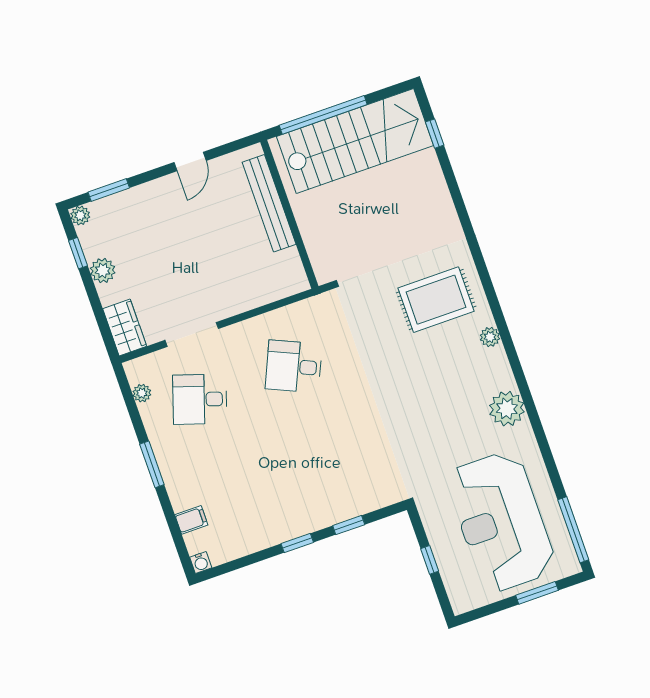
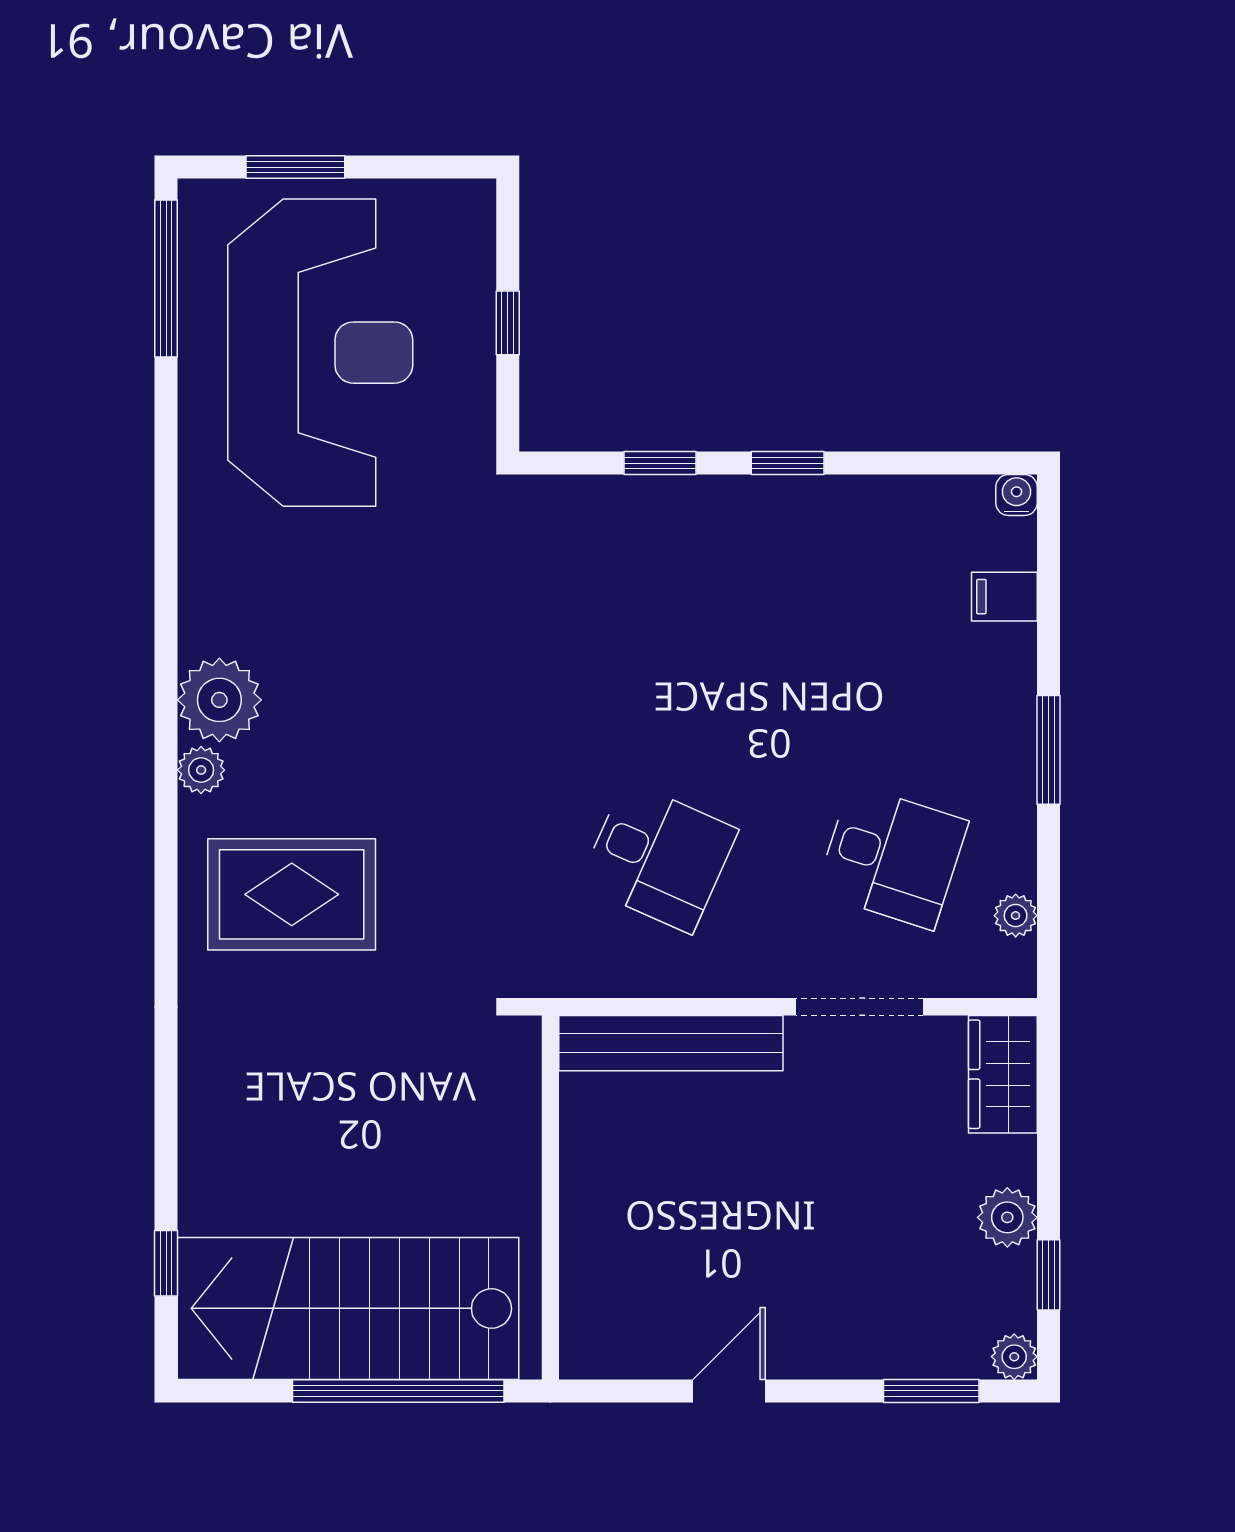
bench: (269, 203) -> (671, 1043), moved, turned 90
plant: (507, 409) -> (219, 700), moved

